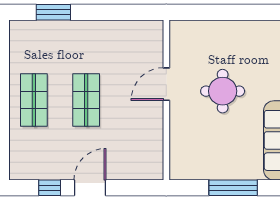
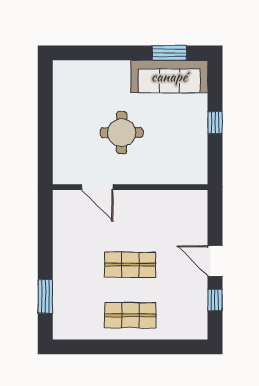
door: (166, 84) -> (97, 187), moved
window: (233, 188) -> (215, 122), width x0.46

